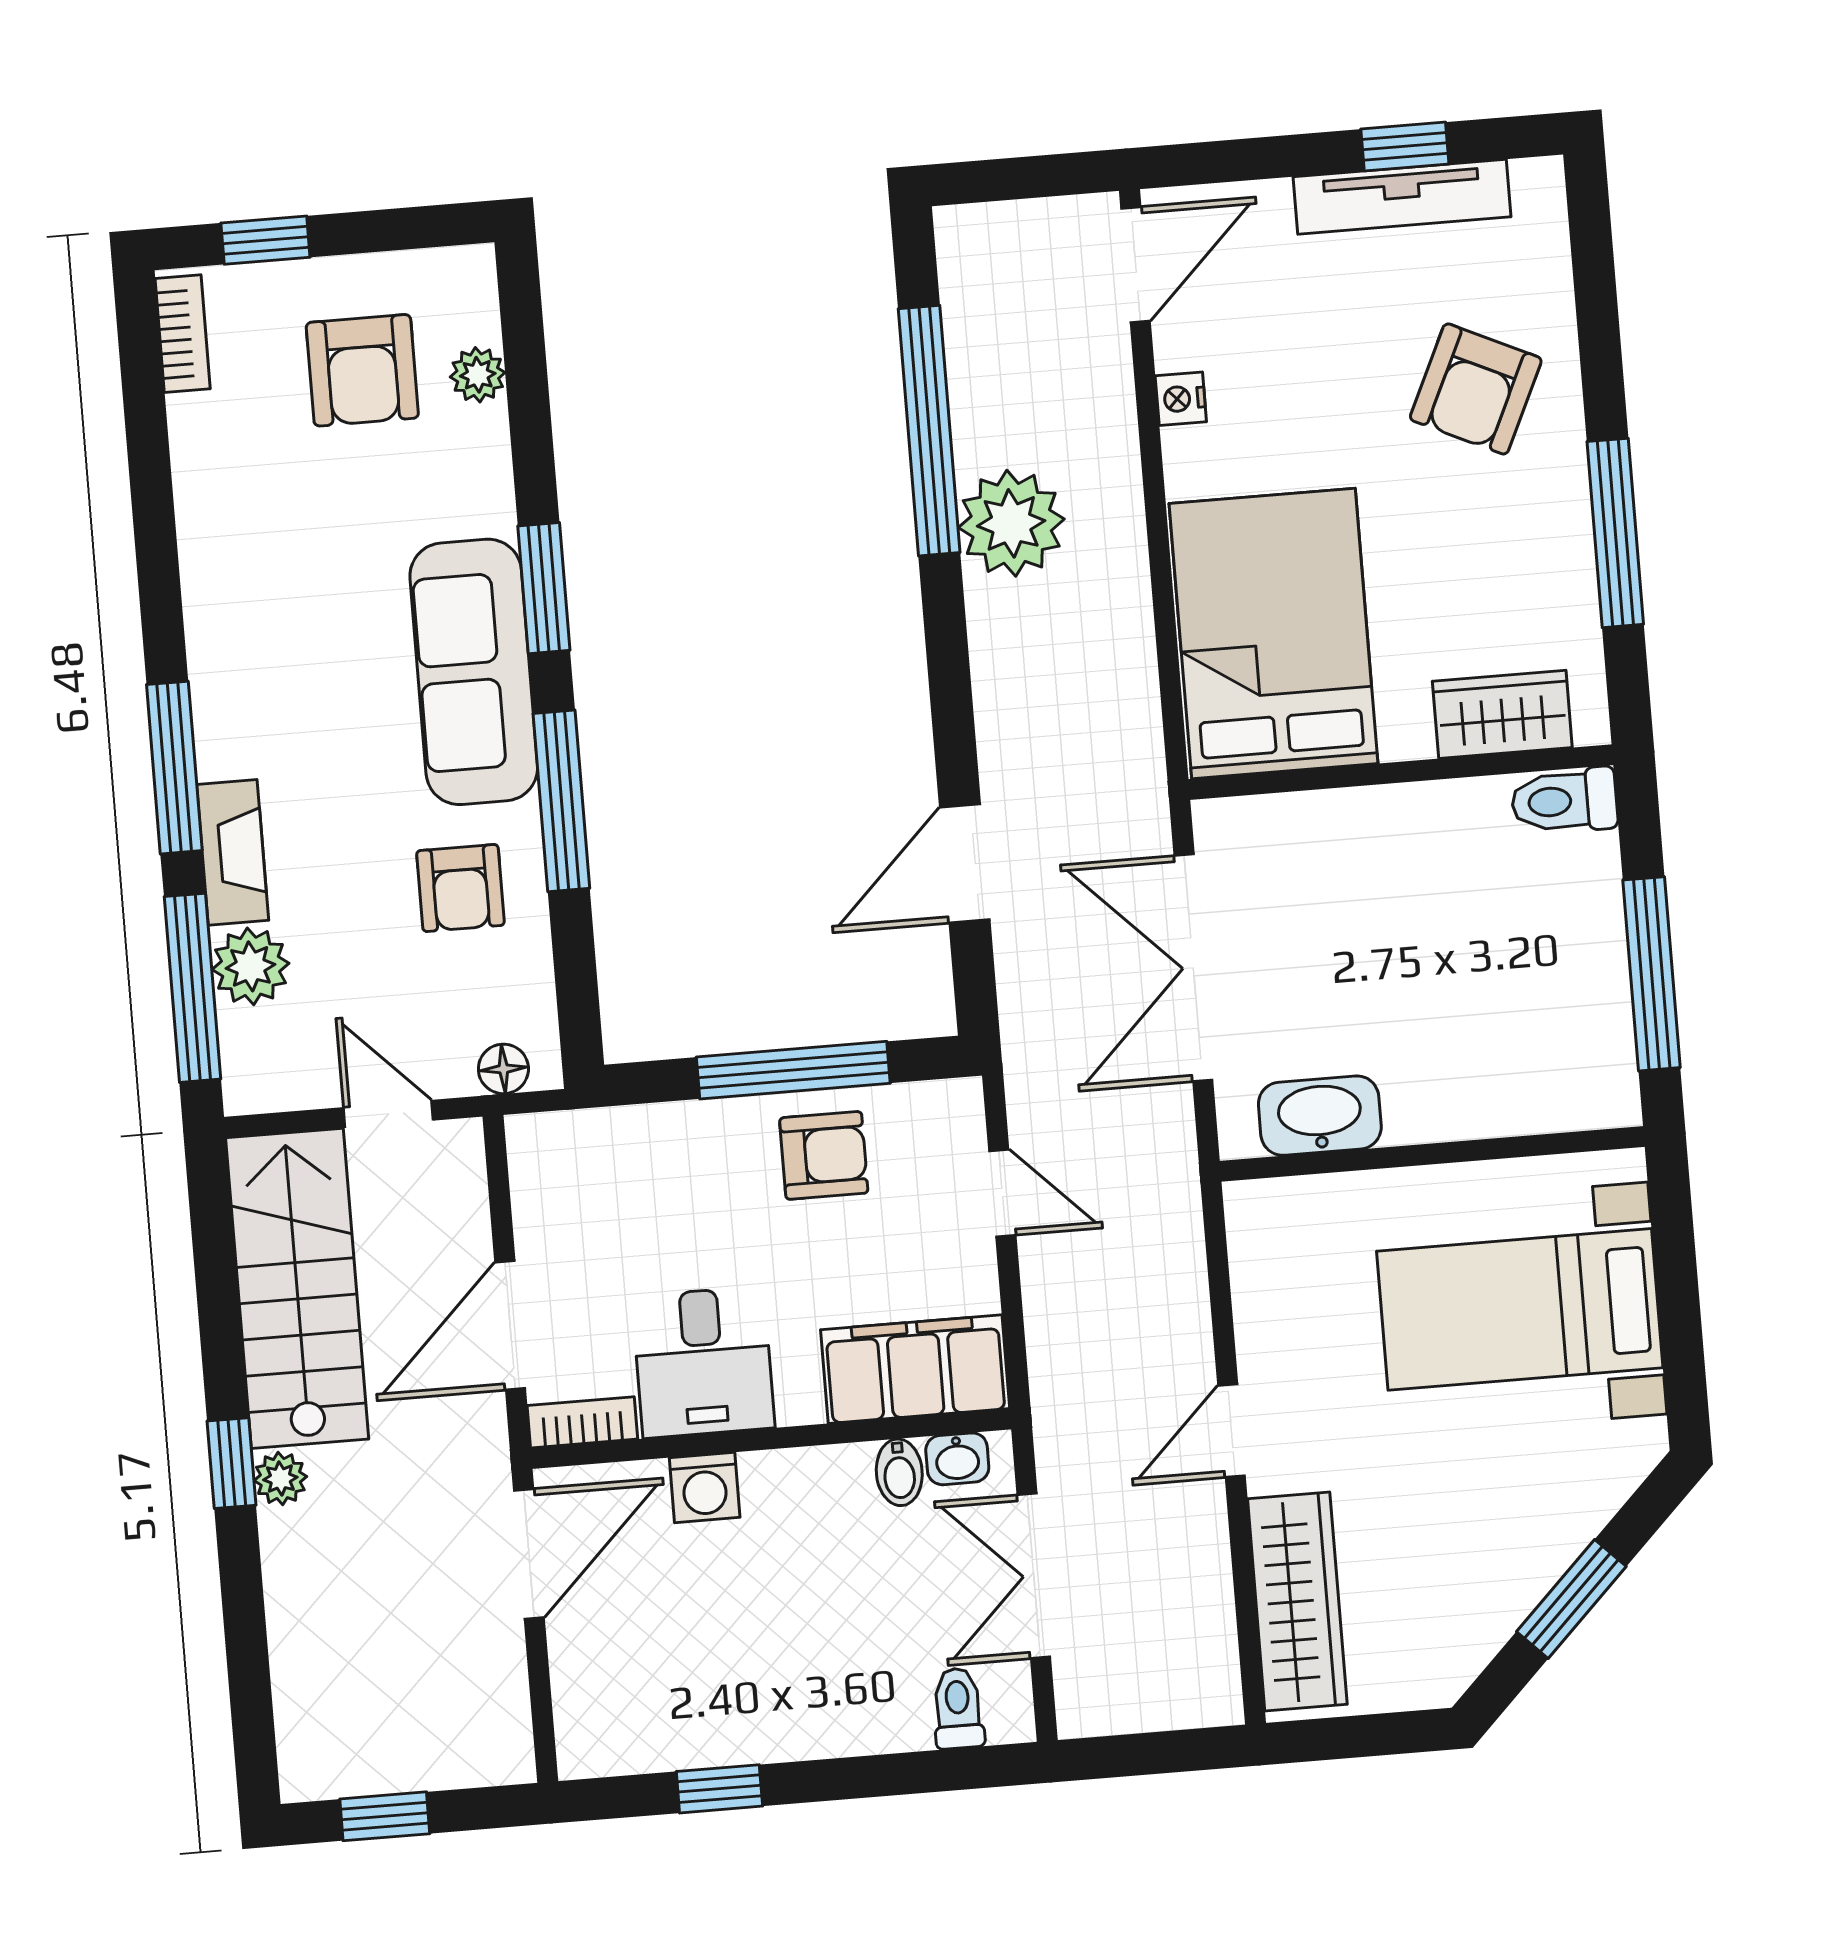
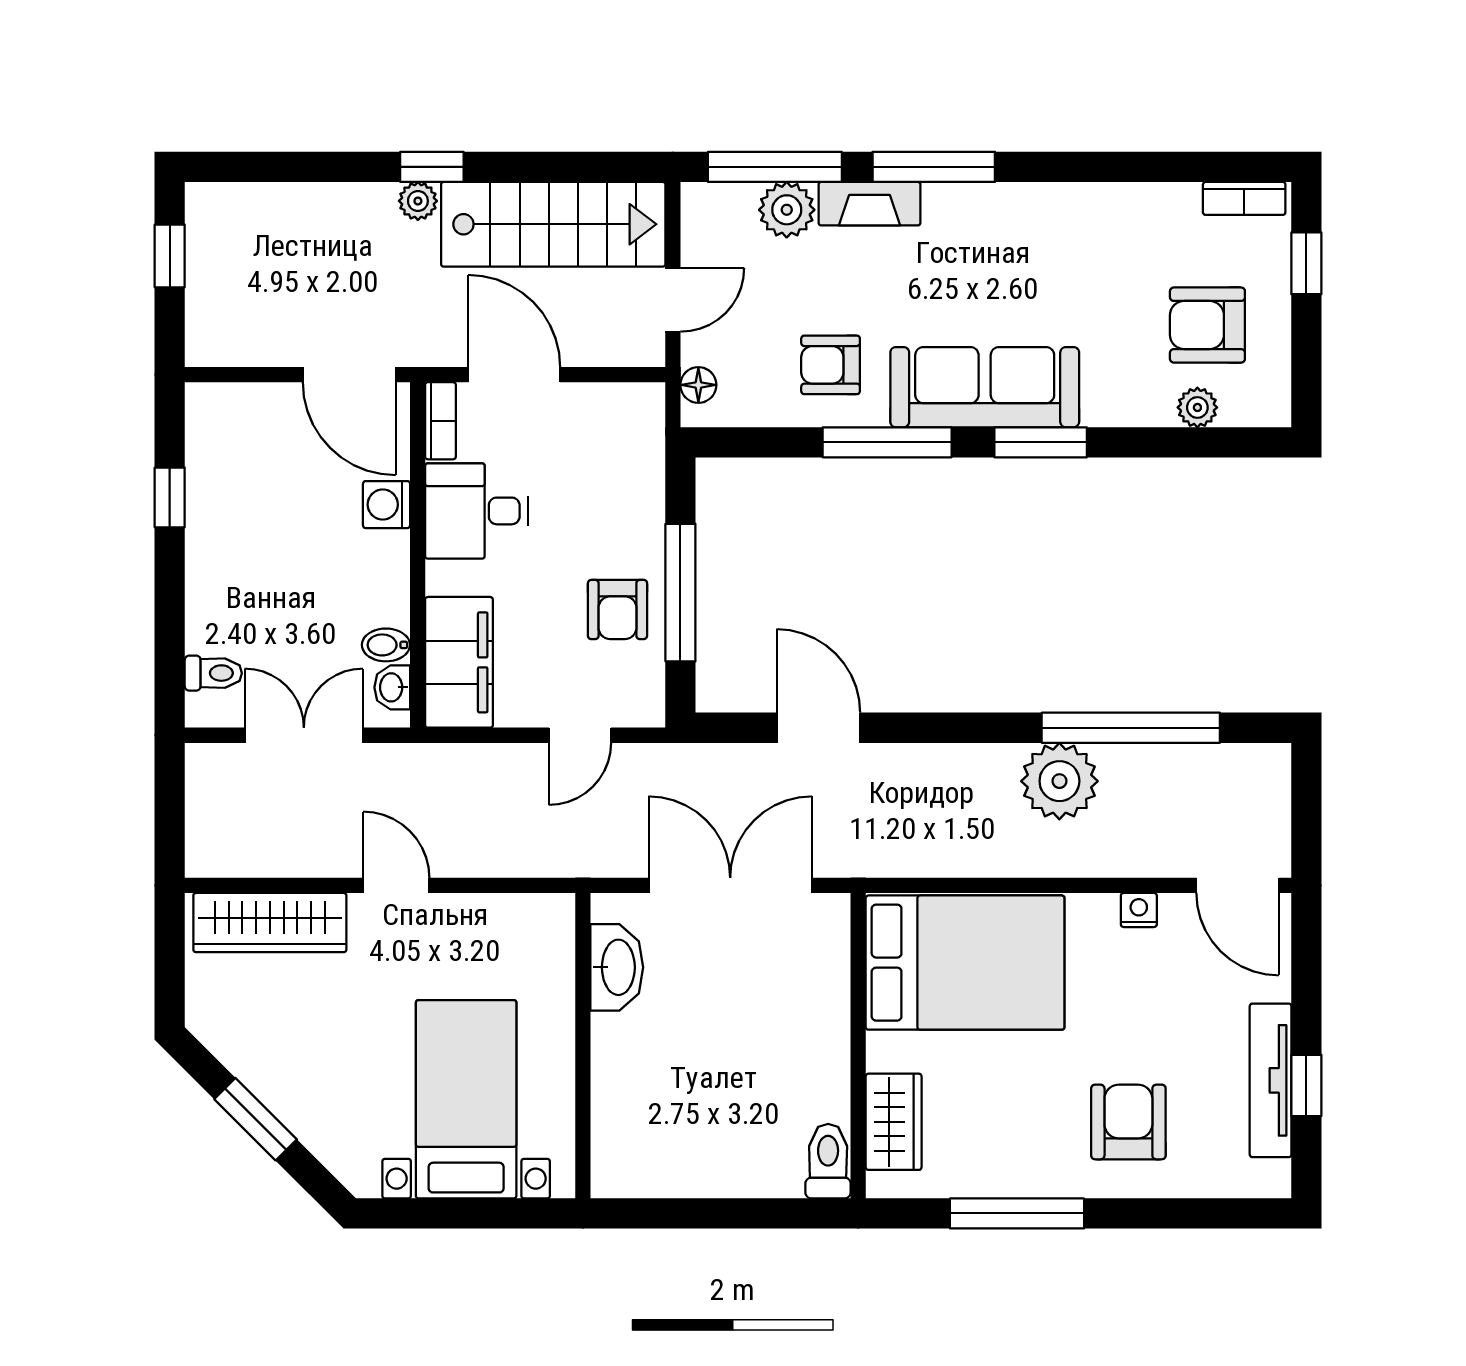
armchair: (1476, 389) -> (1128, 1122), turned 65
window: (1652, 974) -> (699, 1213), removed

